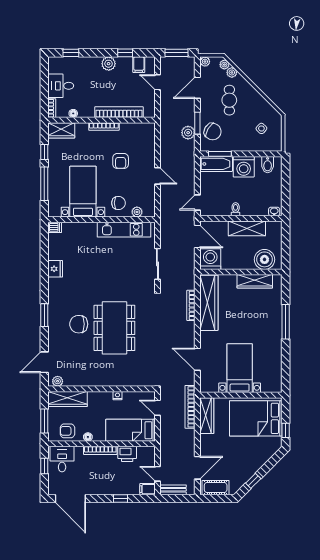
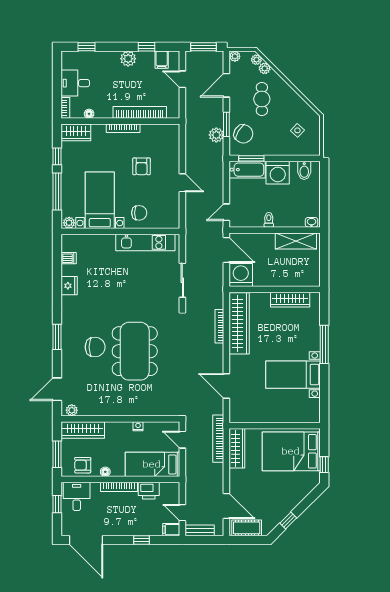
plant: (137, 212) -> (69, 223), moved
dishwasher: (55, 227) -> (69, 258), moved
shelving: (247, 228) -> (296, 241), moved
boiler: (265, 259) -> (301, 275), removed
chair: (79, 324) -> (95, 347), turned 180
bed with nightstands: (240, 368) -> (293, 375), moved, turned -90
door: (197, 468) -> (226, 506), hinge flipped

